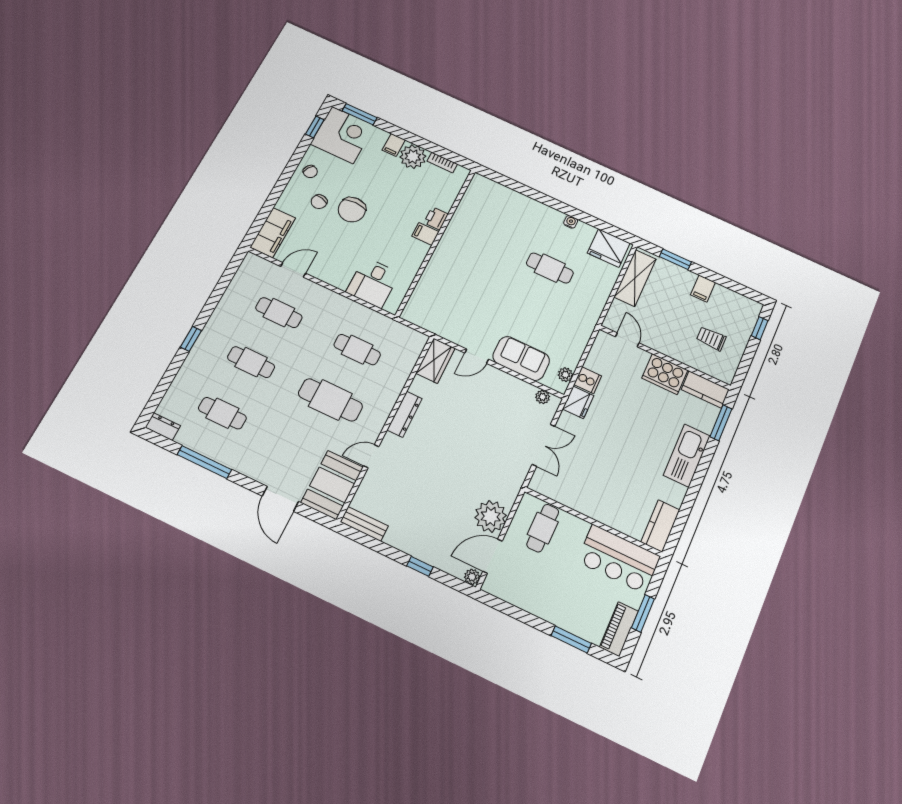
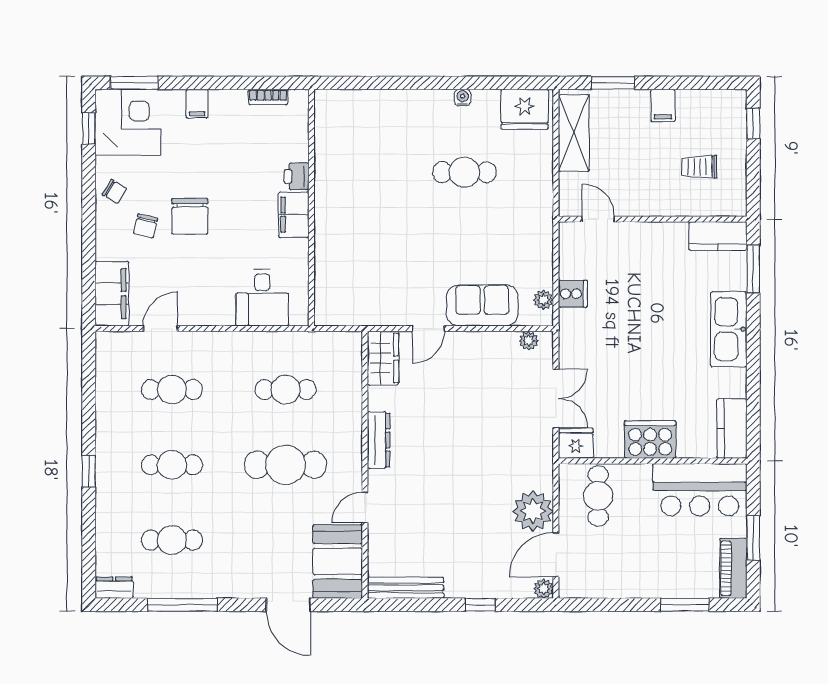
plant: (413, 157) -> (228, 107), removed
filing cabinet: (425, 234) -> (294, 215), width x2.00
cooker: (665, 374) -> (650, 440), moved, turned 180
fridge: (578, 402) -> (576, 443), moved, turned -90
bench: (364, 524) -> (406, 588), width x1.36

